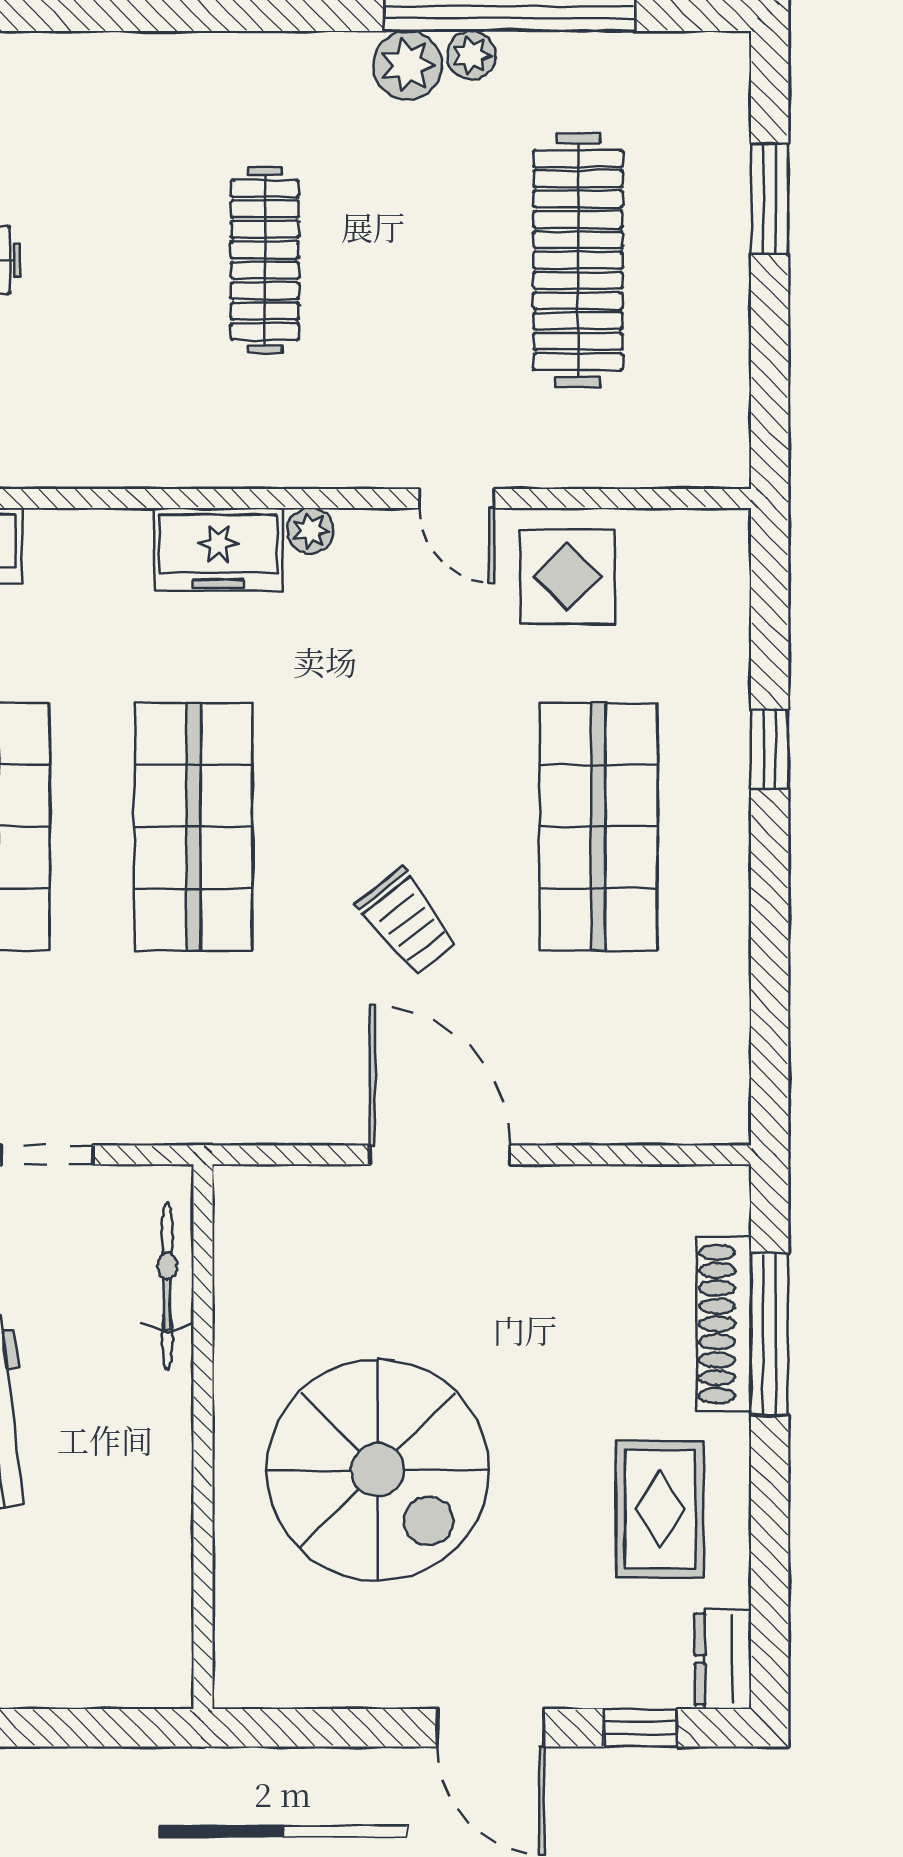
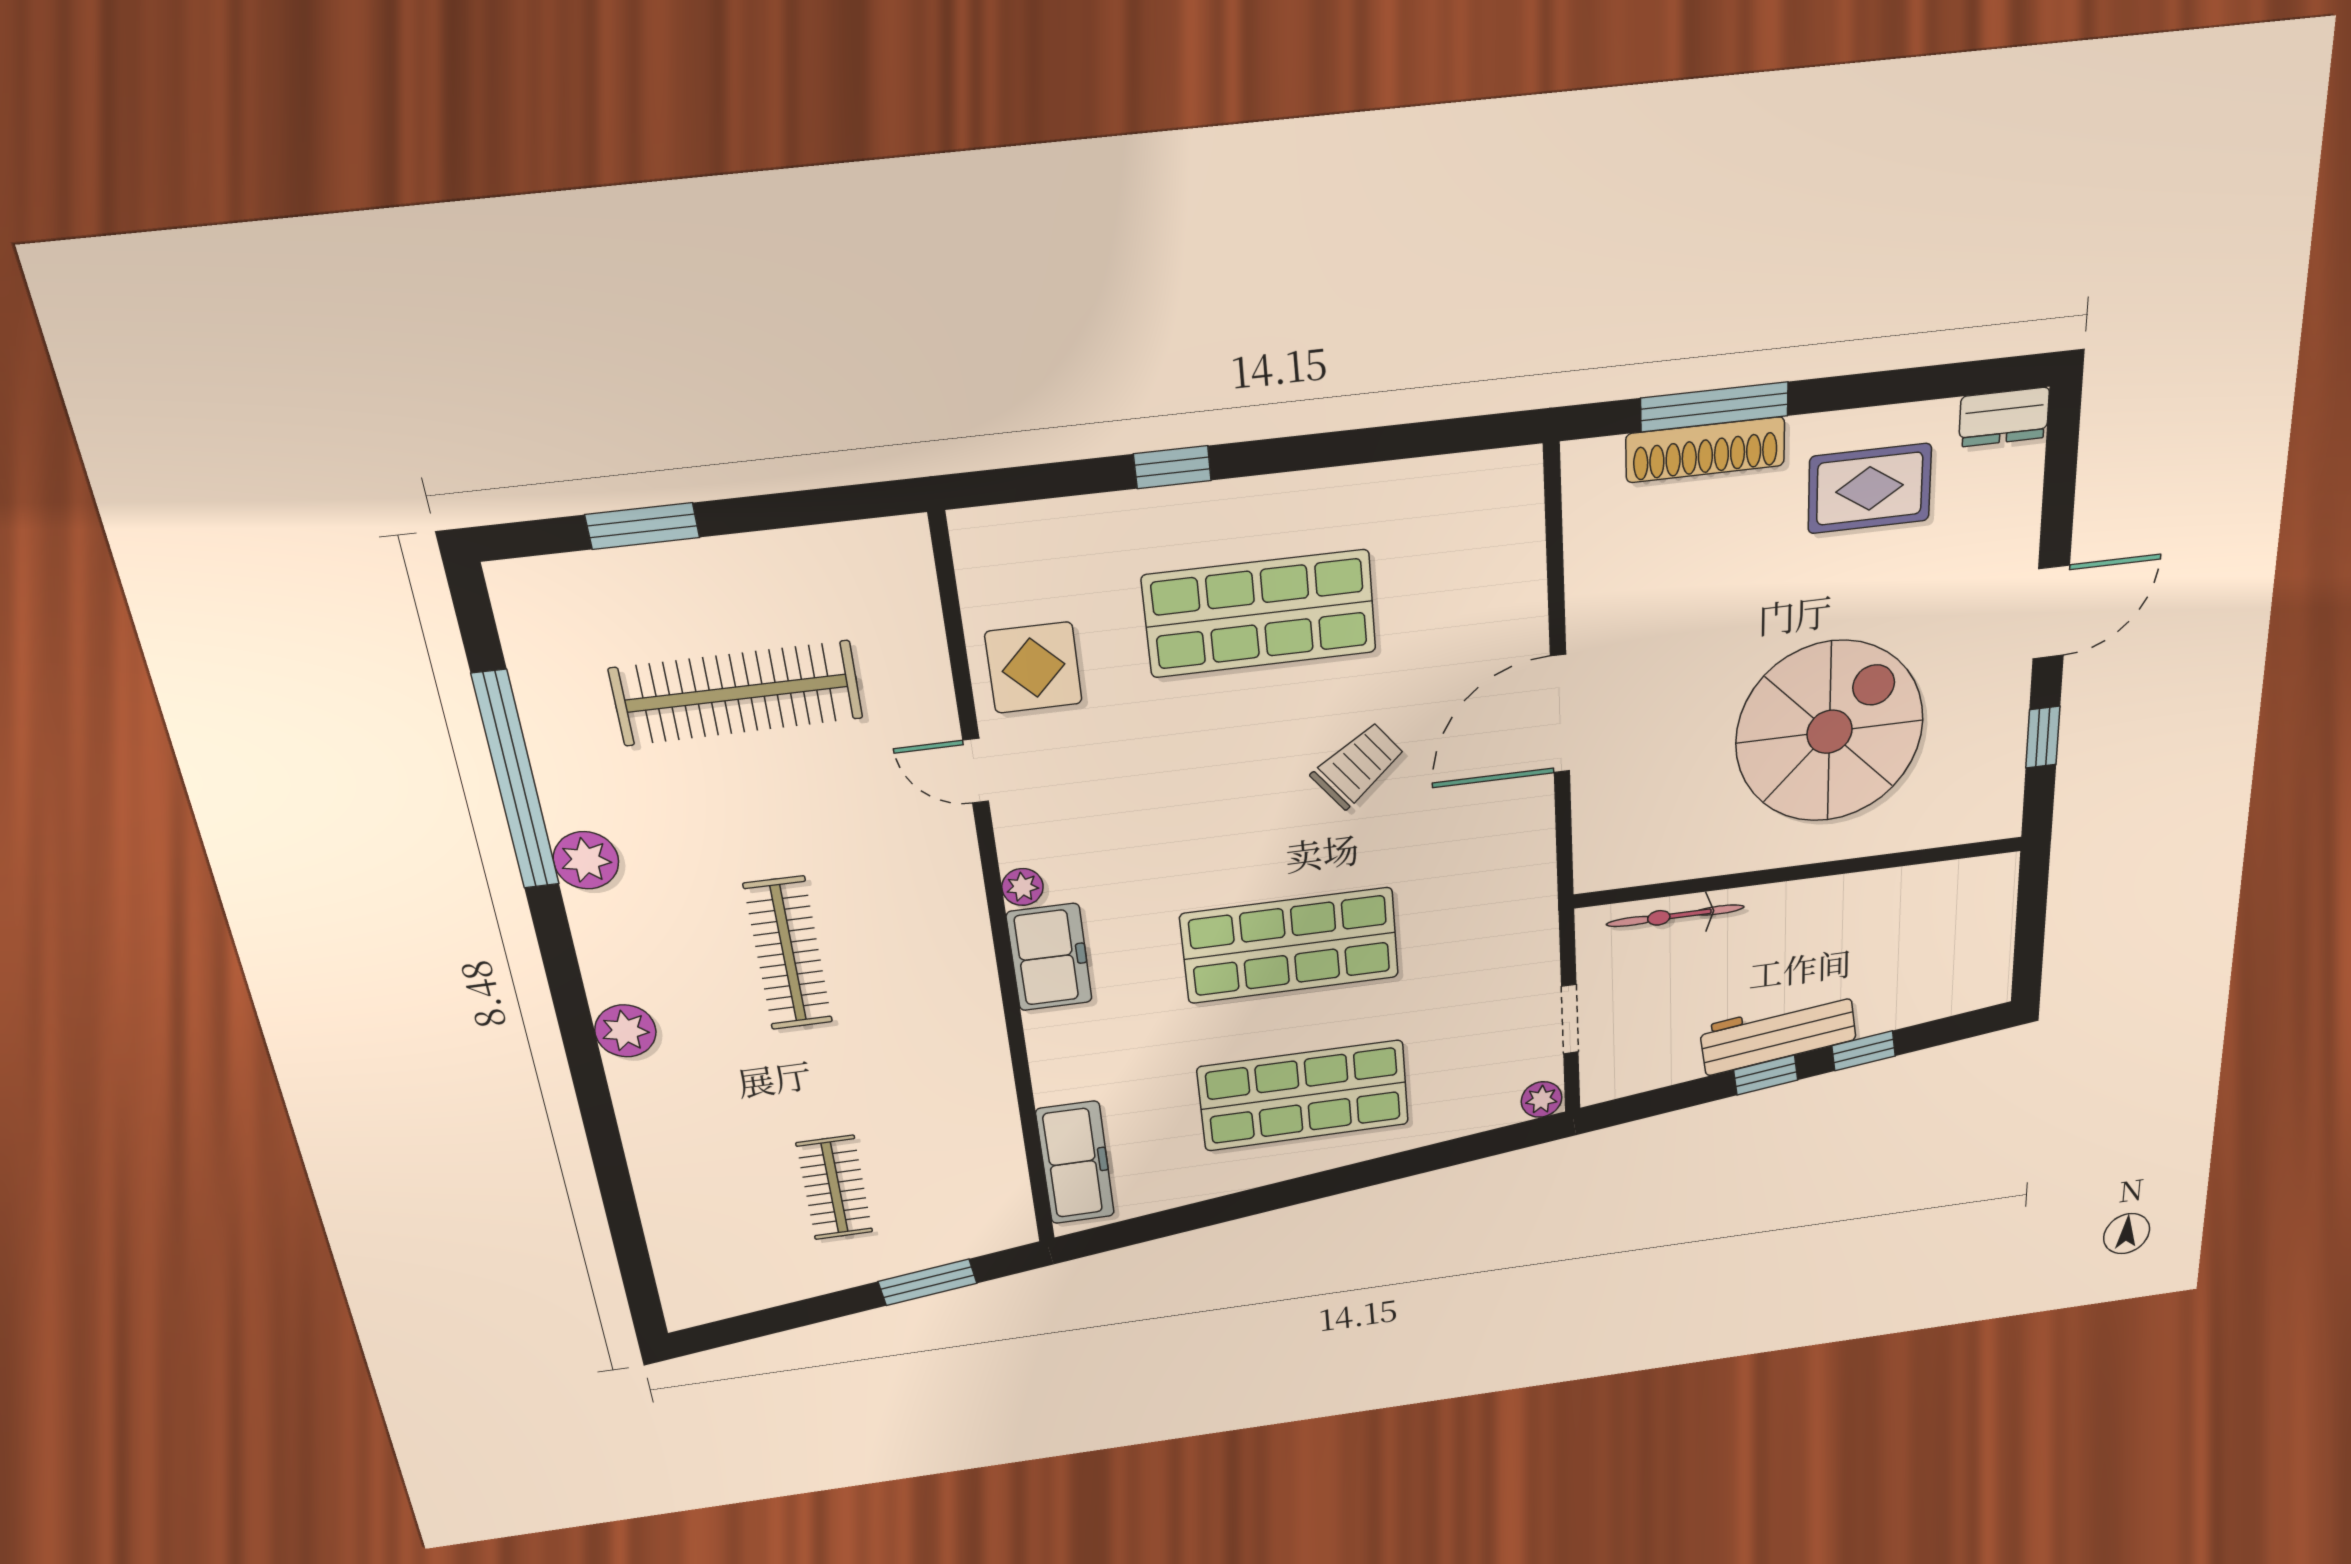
plant: (471, 55) -> (625, 1031), moved, width x1.38, depth x1.38
clothes rail: (265, 260) -> (788, 953), turned 90
door: (457, 498) -> (976, 771), swing flipped
window: (640, 1728) -> (2043, 737), moved

